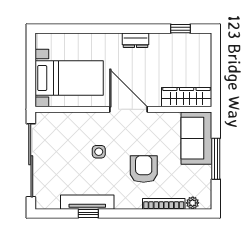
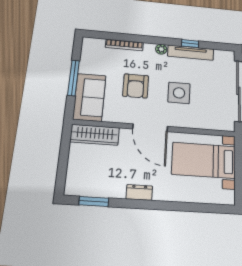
window: (181, 29) -> (94, 201), width x1.50
side table: (99, 152) -> (179, 93), width x1.87, depth x1.87
armchair: (144, 169) -> (136, 86), moved
plant: (193, 203) -> (161, 49), moved

